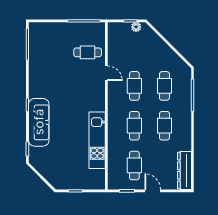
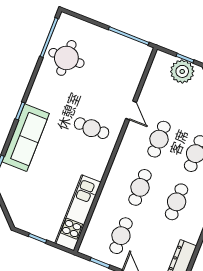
plant: (136, 27) -> (182, 71), width x1.87, depth x1.87
cafe table: (88, 52) -> (92, 128), moved
round table: (45, 54) -> (66, 58), added
kitchen unit: (97, 140) -> (78, 213), moved

